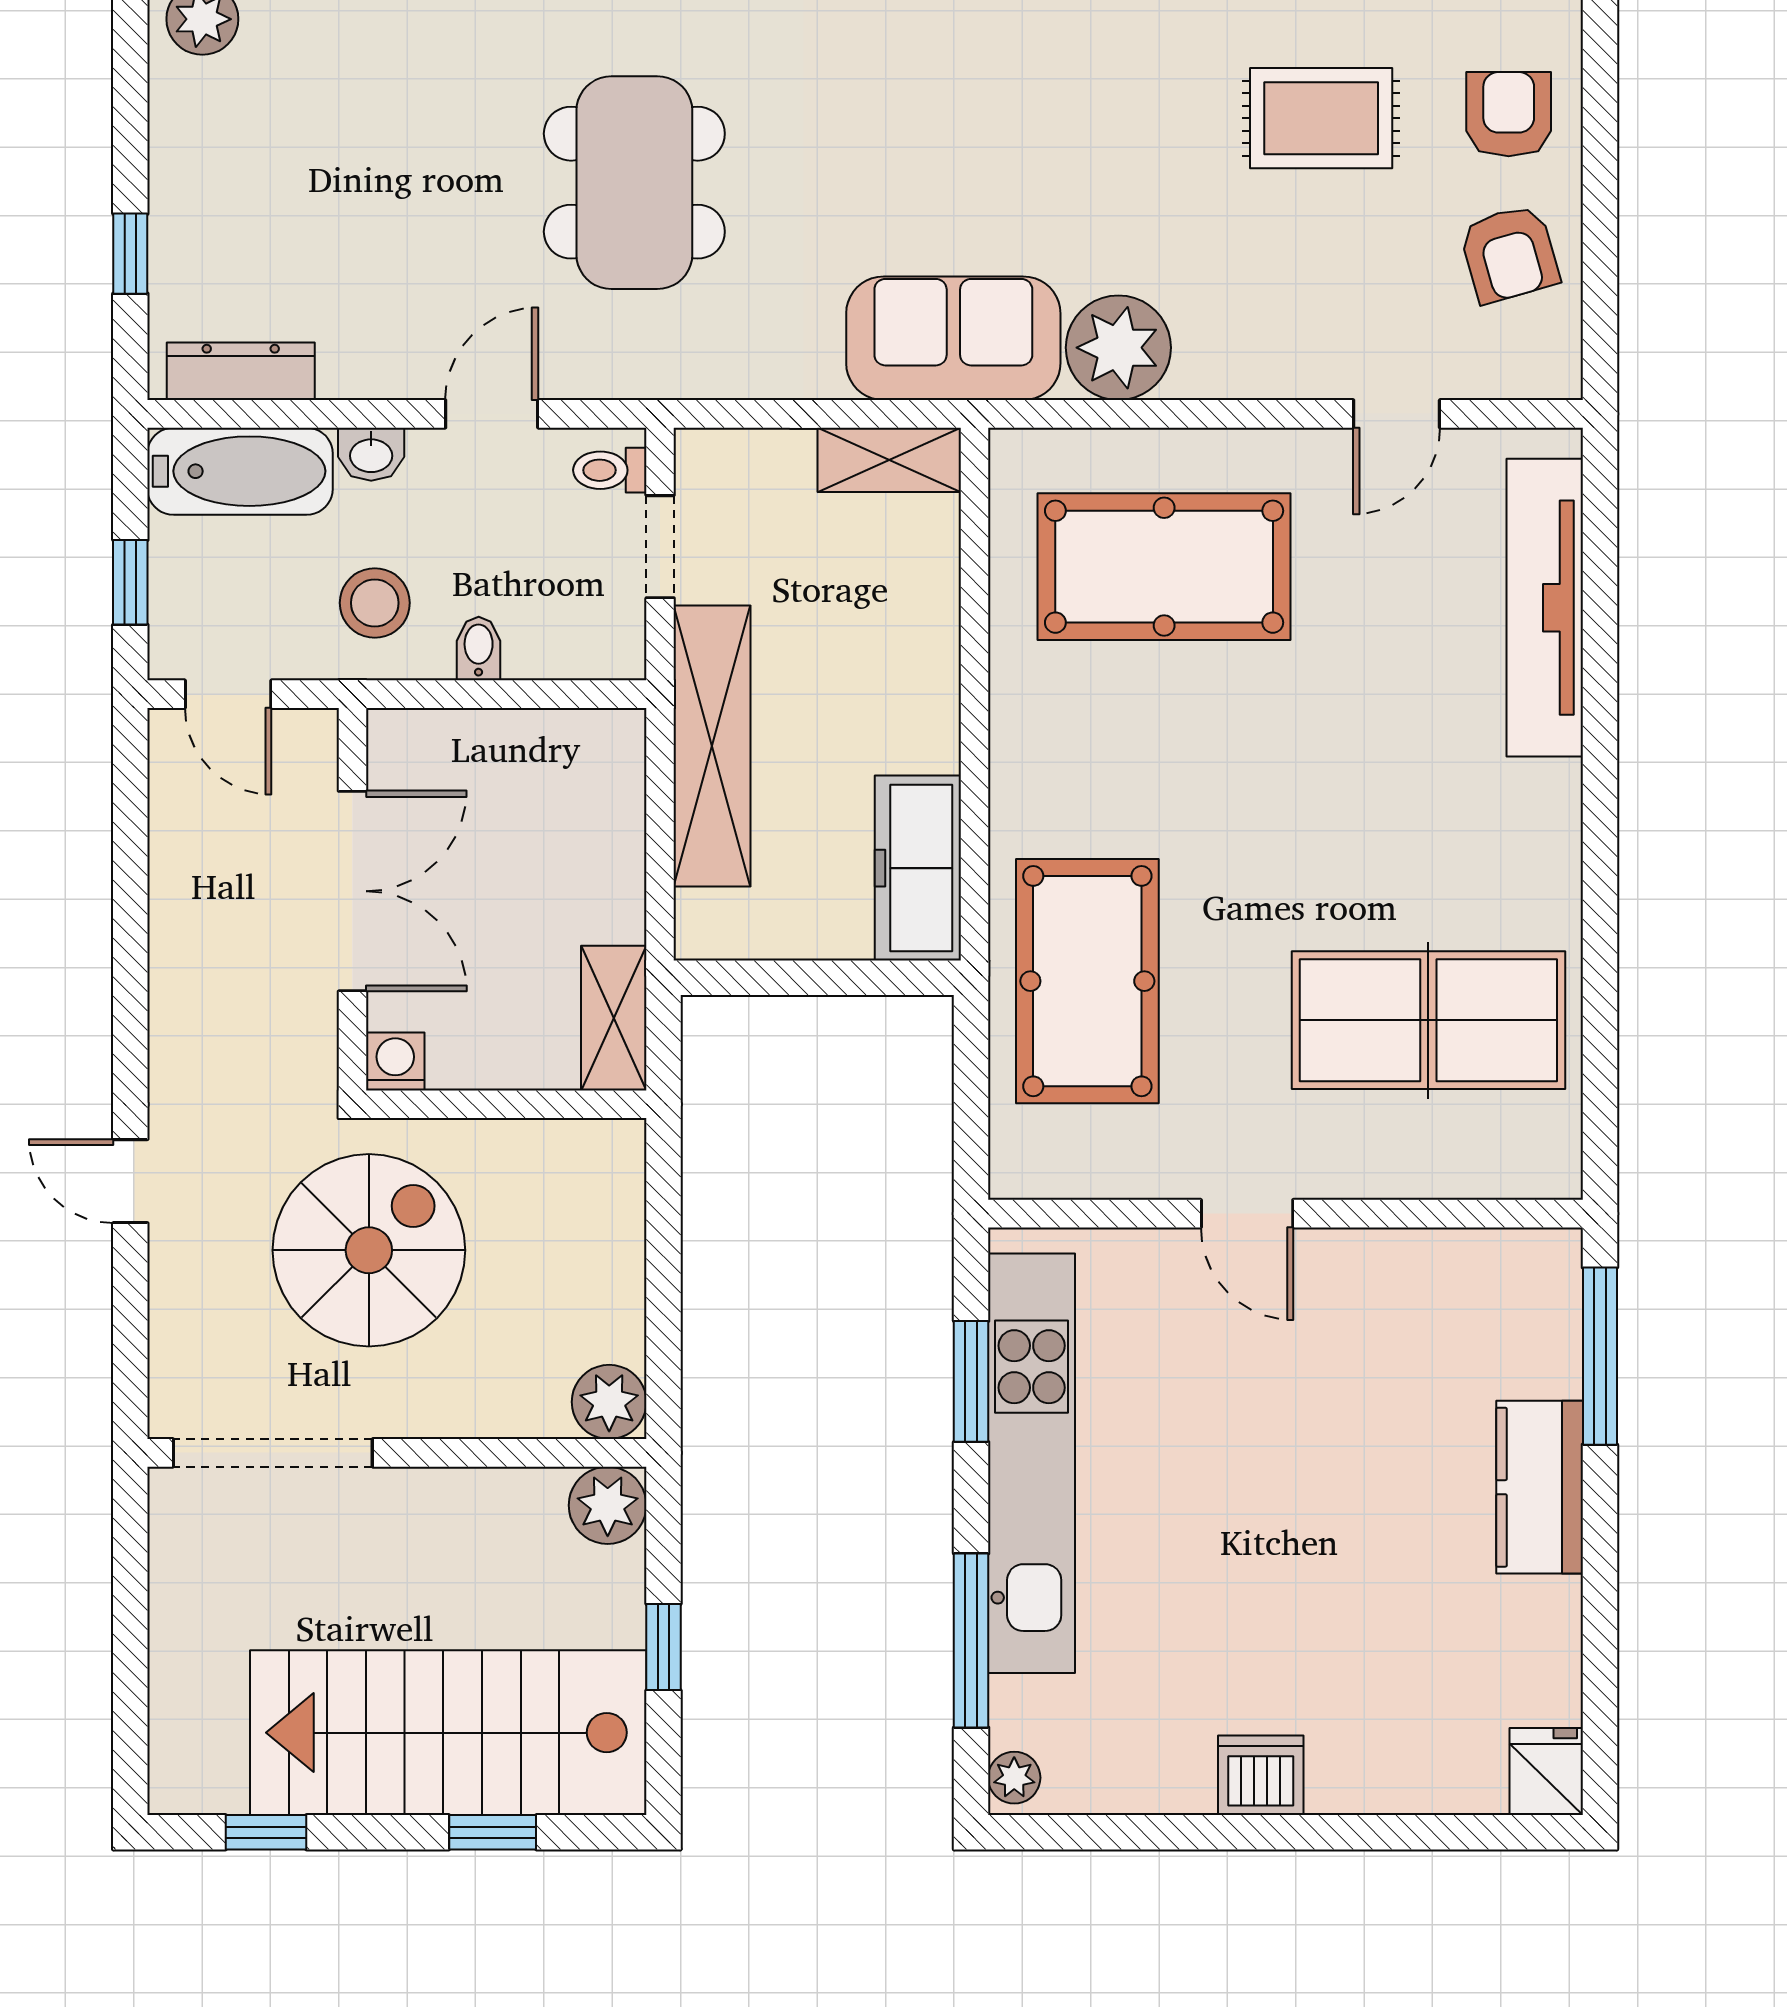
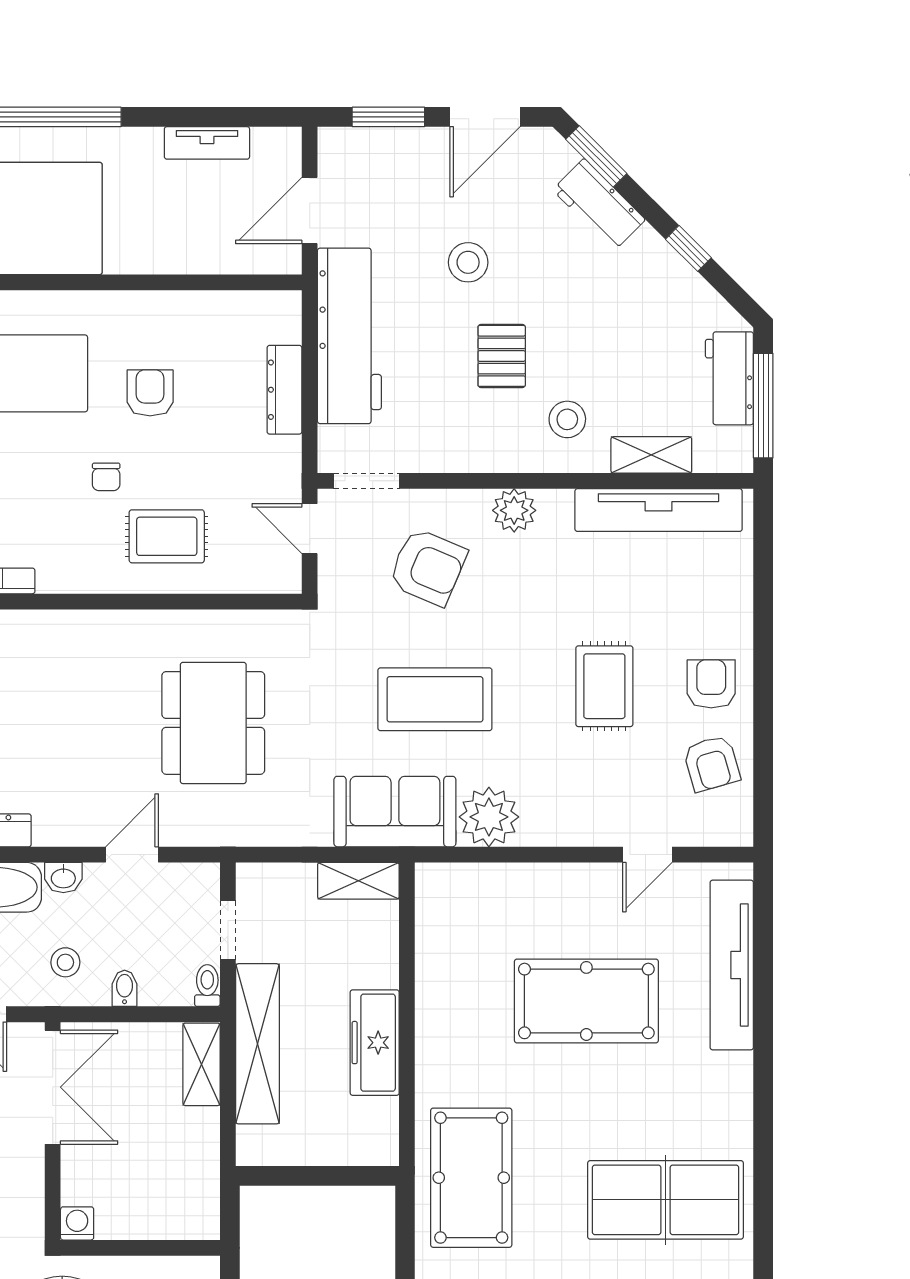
rug: (1321, 118) -> (604, 686), turned 90
coffee table: (1024, 141) -> (435, 699), added
toilet: (610, 470) -> (207, 986), moved, turned 90
pool table: (1164, 567) -> (586, 1001), moved
stool: (375, 603) -> (65, 962), width x0.73, depth x0.73
freezer: (918, 868) -> (375, 1043), moved
double door: (352, 891) -> (53, 1087), moved
shelving: (614, 1018) -> (202, 1064), moved

